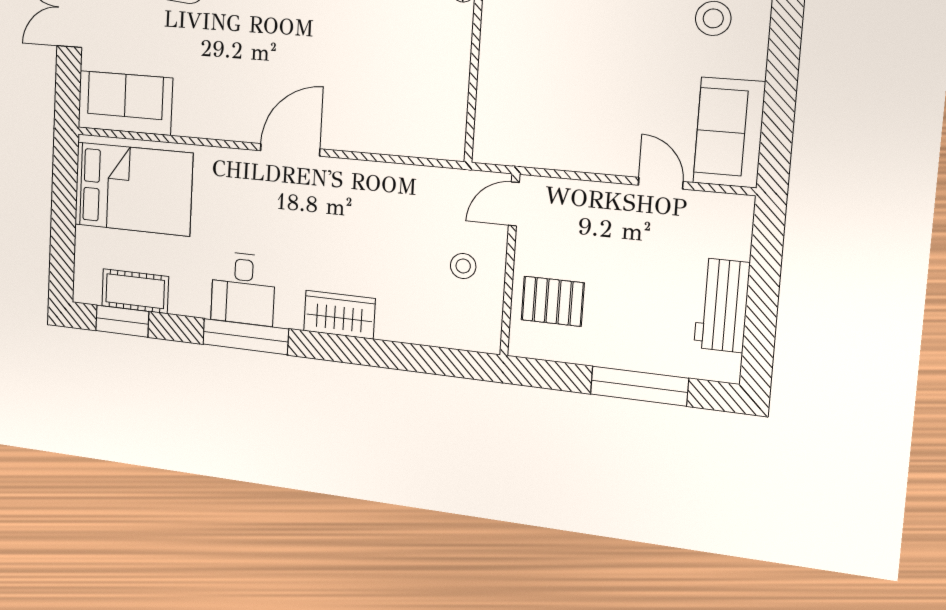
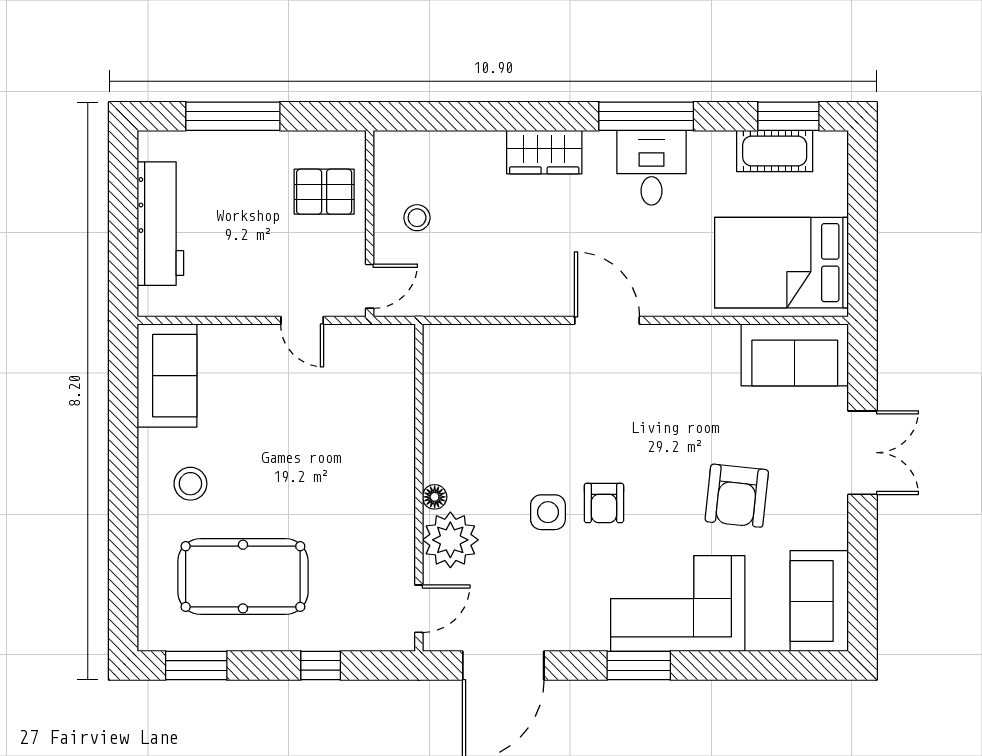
door: (290, 150) -> (607, 320), swing flipped
door: (661, 183) -> (302, 320), moved
workbench: (722, 305) -> (160, 224), width x1.38

